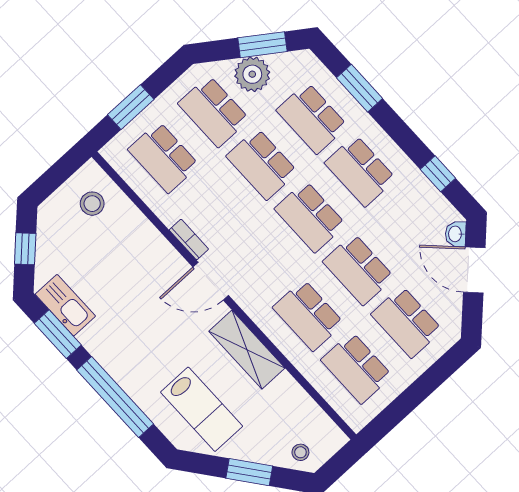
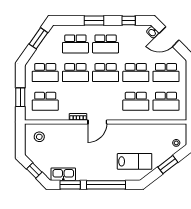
plant: (252, 74) -> (45, 50), removed
window: (359, 88) -> (94, 21), moved
shelving: (247, 350) -> (129, 130), removed

